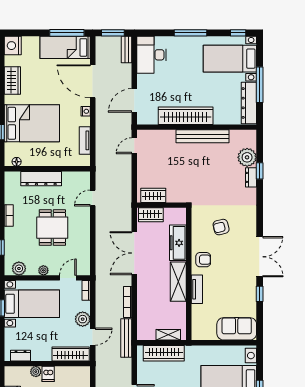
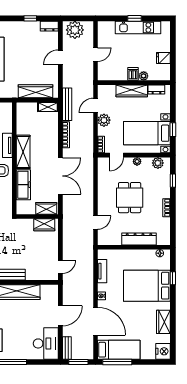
door: (134, 100) -> (60, 316), moved
shelving: (168, 335) -> (48, 107), moved
wardrobe: (71, 354) -> (132, 91), moved

